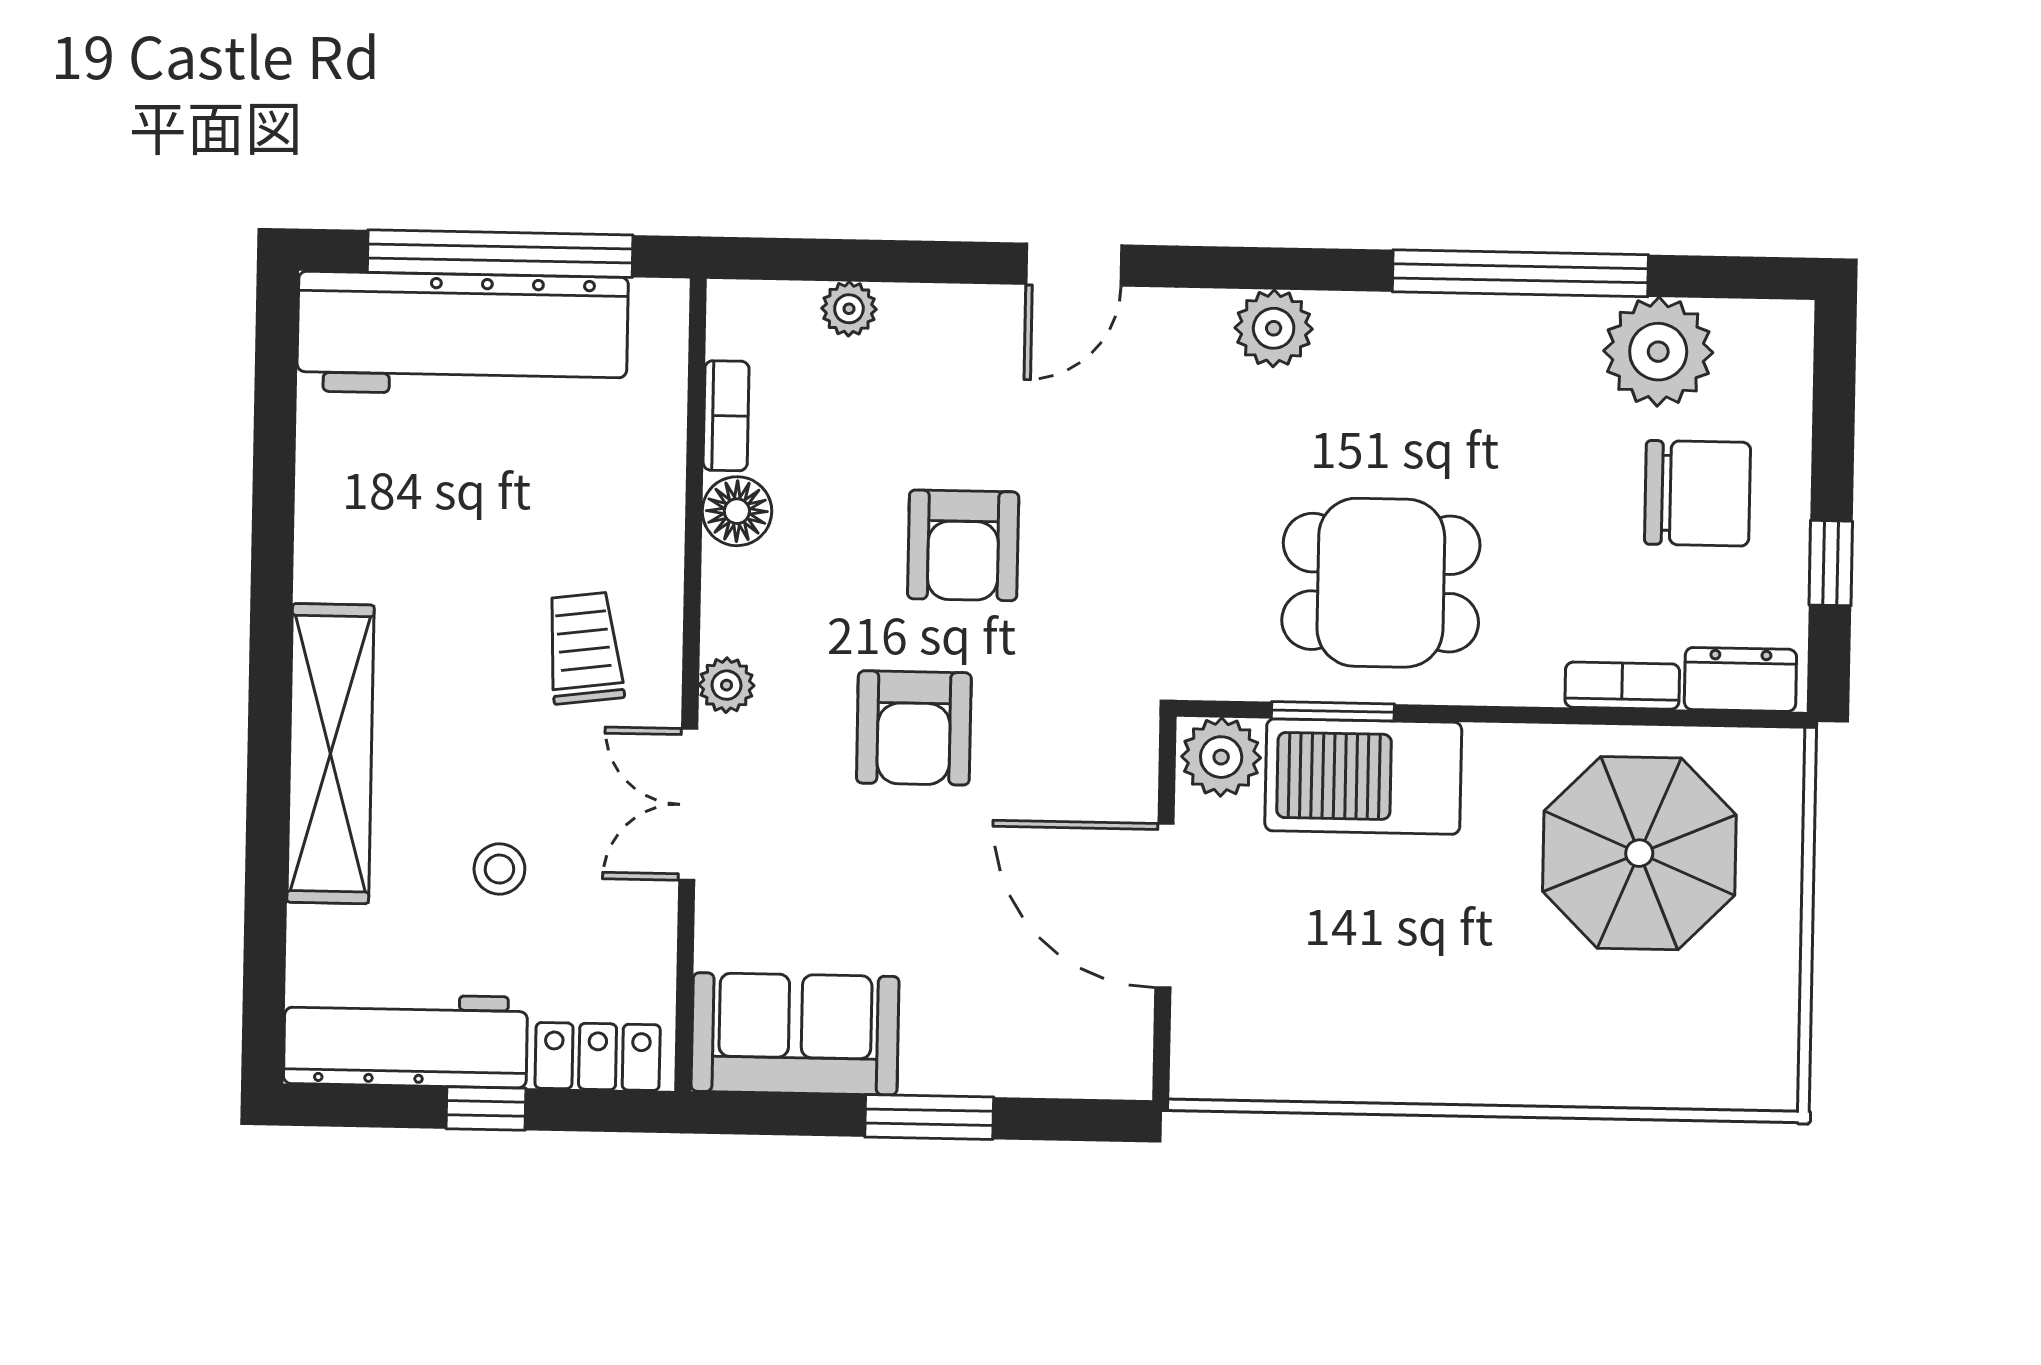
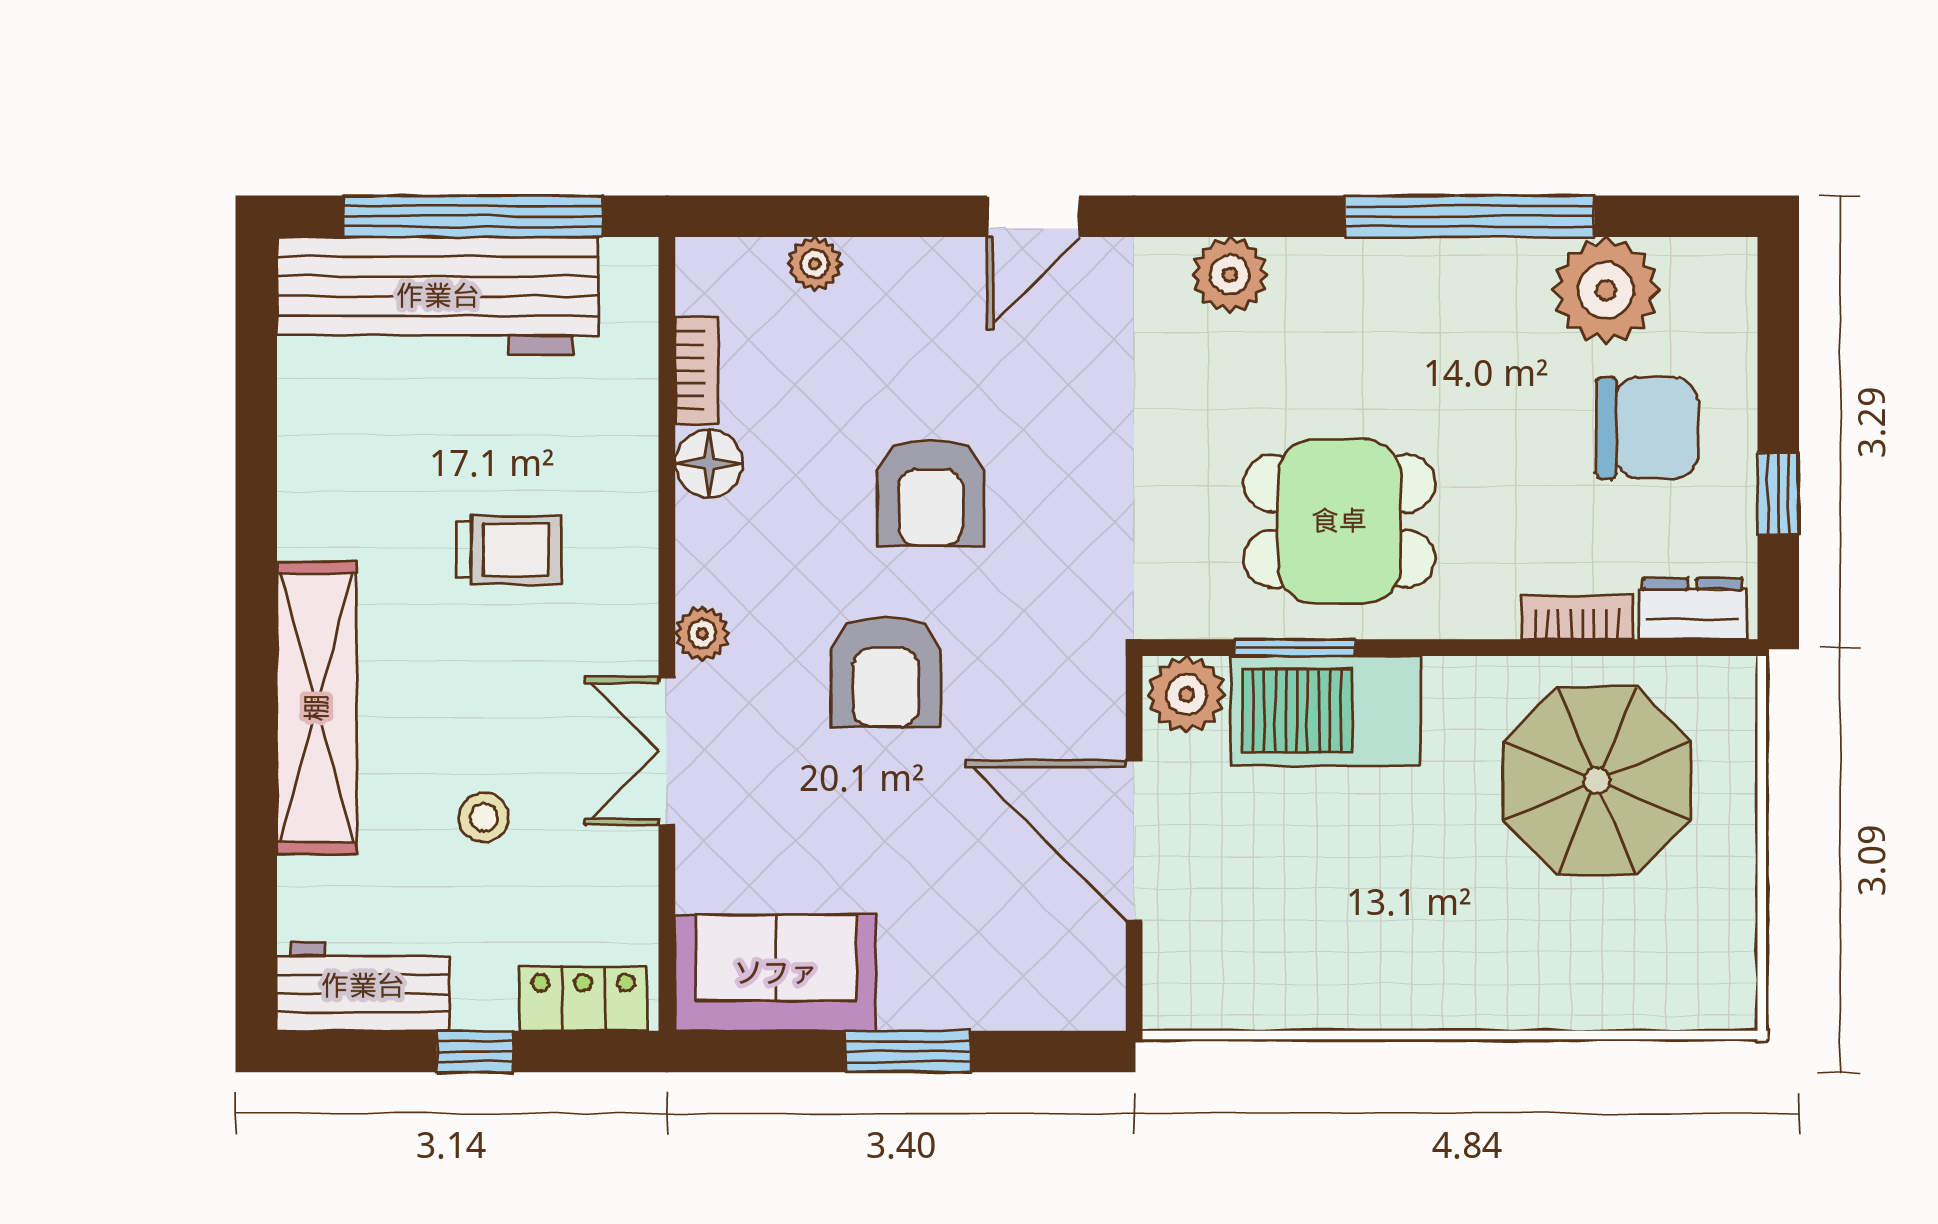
trolley: (584, 648) -> (509, 550), moved, turned 97
workbench: (406, 1040) -> (363, 986), width x0.73

